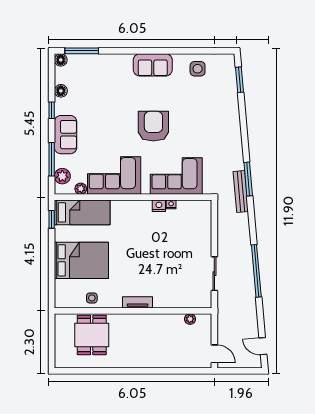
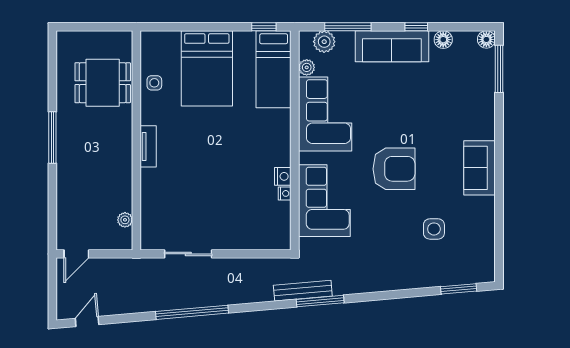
side table: (198, 69) -> (434, 229), moved
sofa: (66, 135) -> (392, 46), width x1.36
window: (131, 371) -> (52, 138), added

